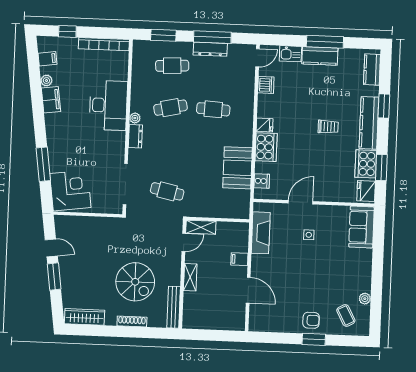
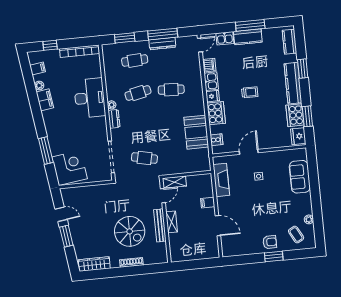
kitchen sink: (265, 106) -> (211, 81), added
trolley: (328, 127) -> (250, 92), moved
sofa: (361, 227) -> (300, 177), moved
bench: (174, 307) -> (160, 225), moved

